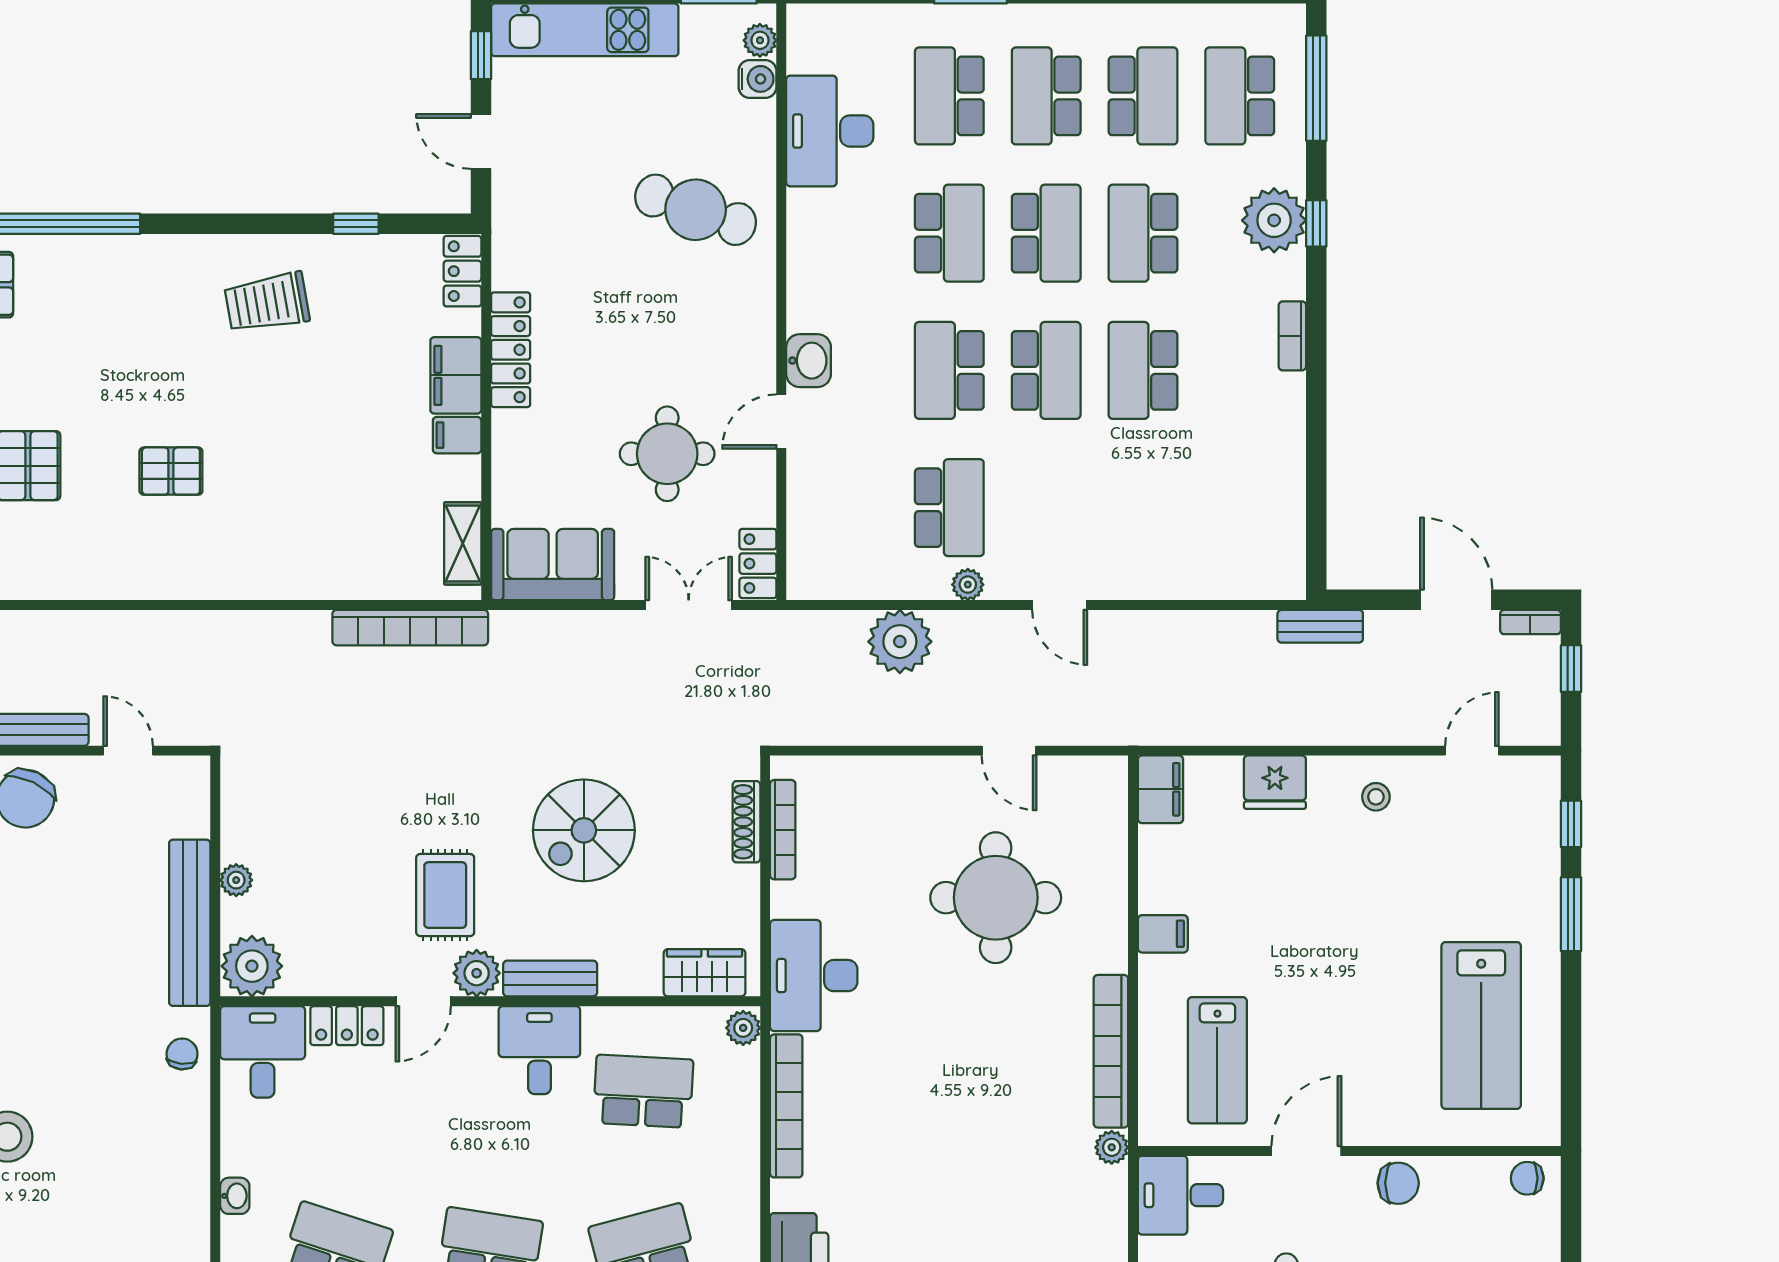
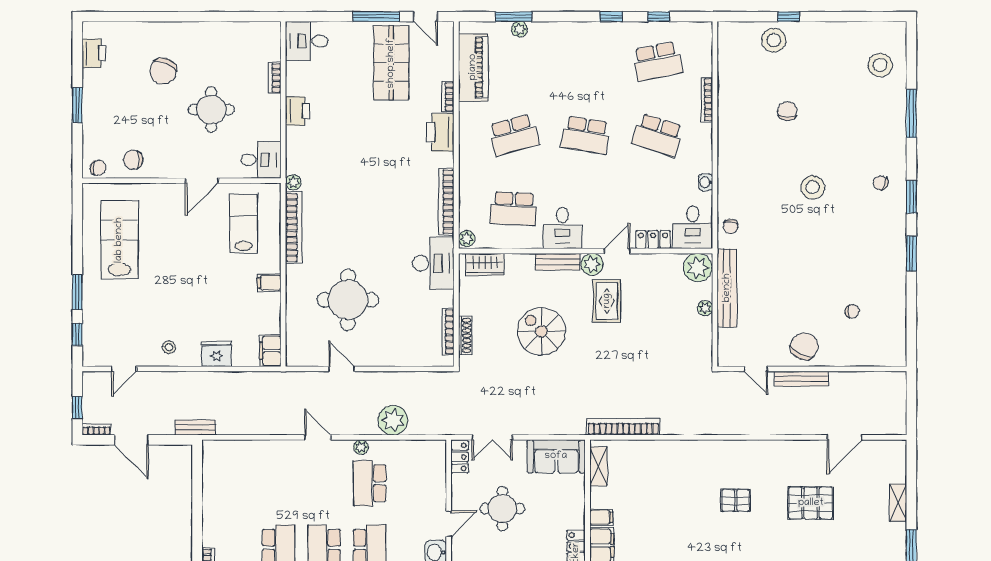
spiral stairs: (584, 830) -> (542, 331), turned -90
chair: (1398, 1183) -> (133, 160), moved
washbasin: (235, 1196) -> (706, 182), moved

